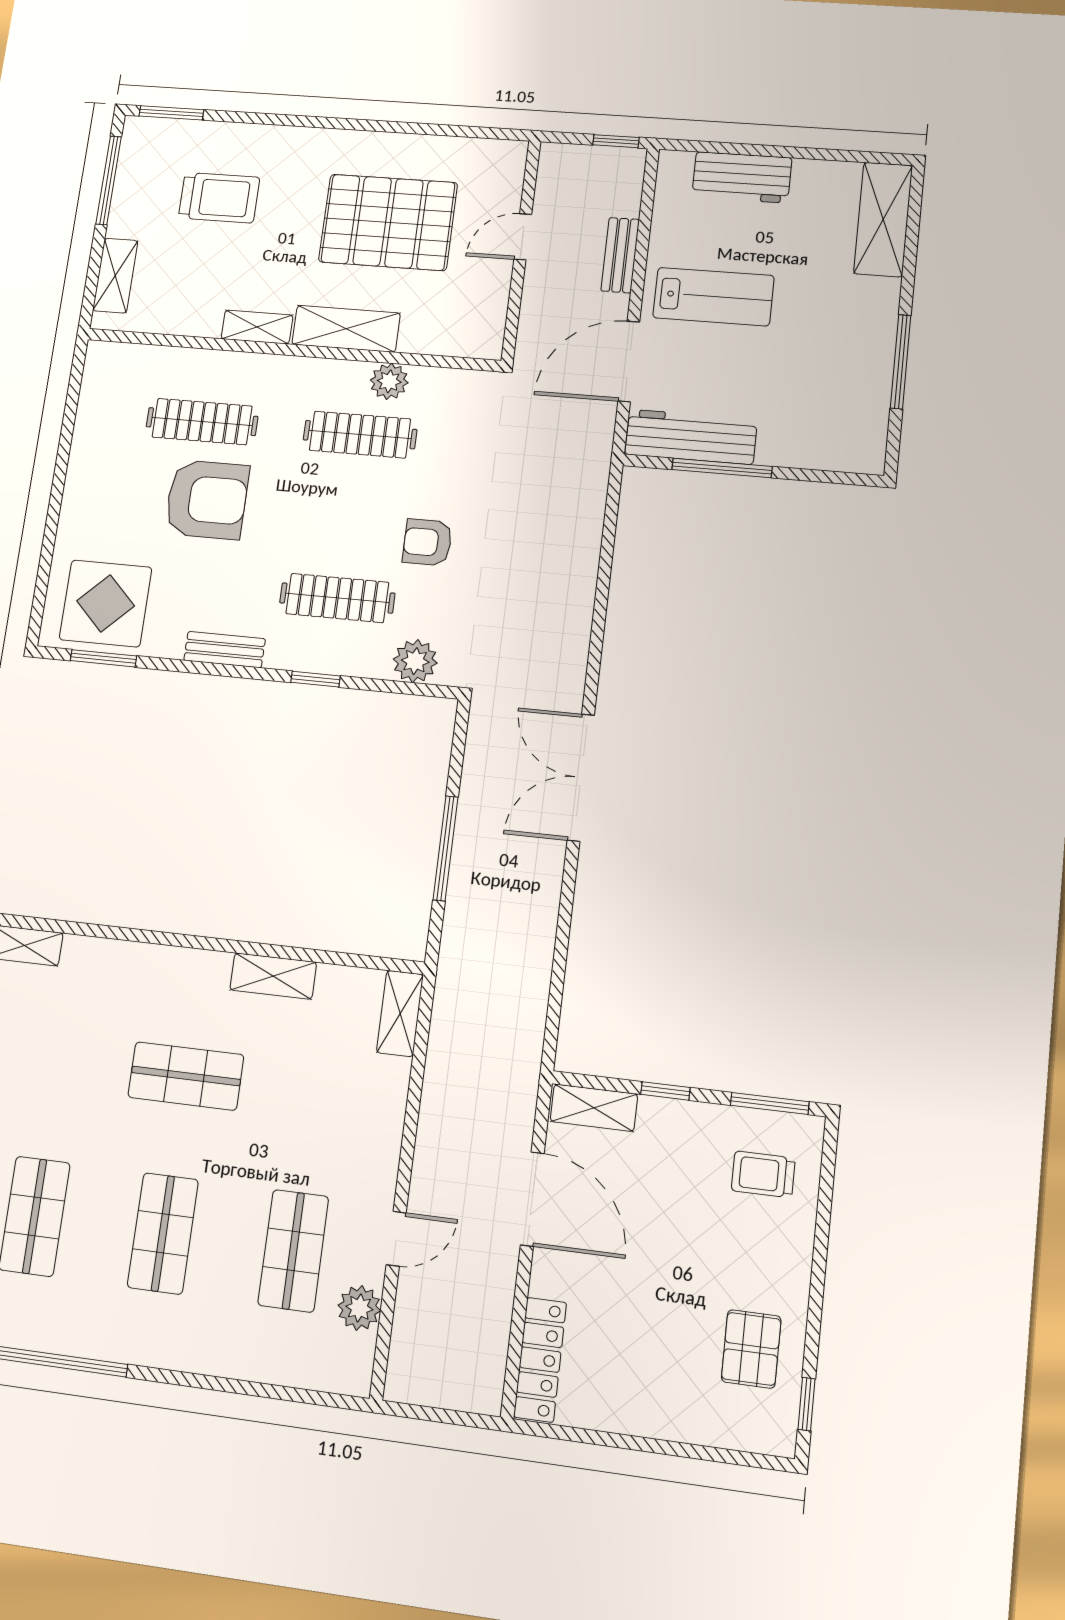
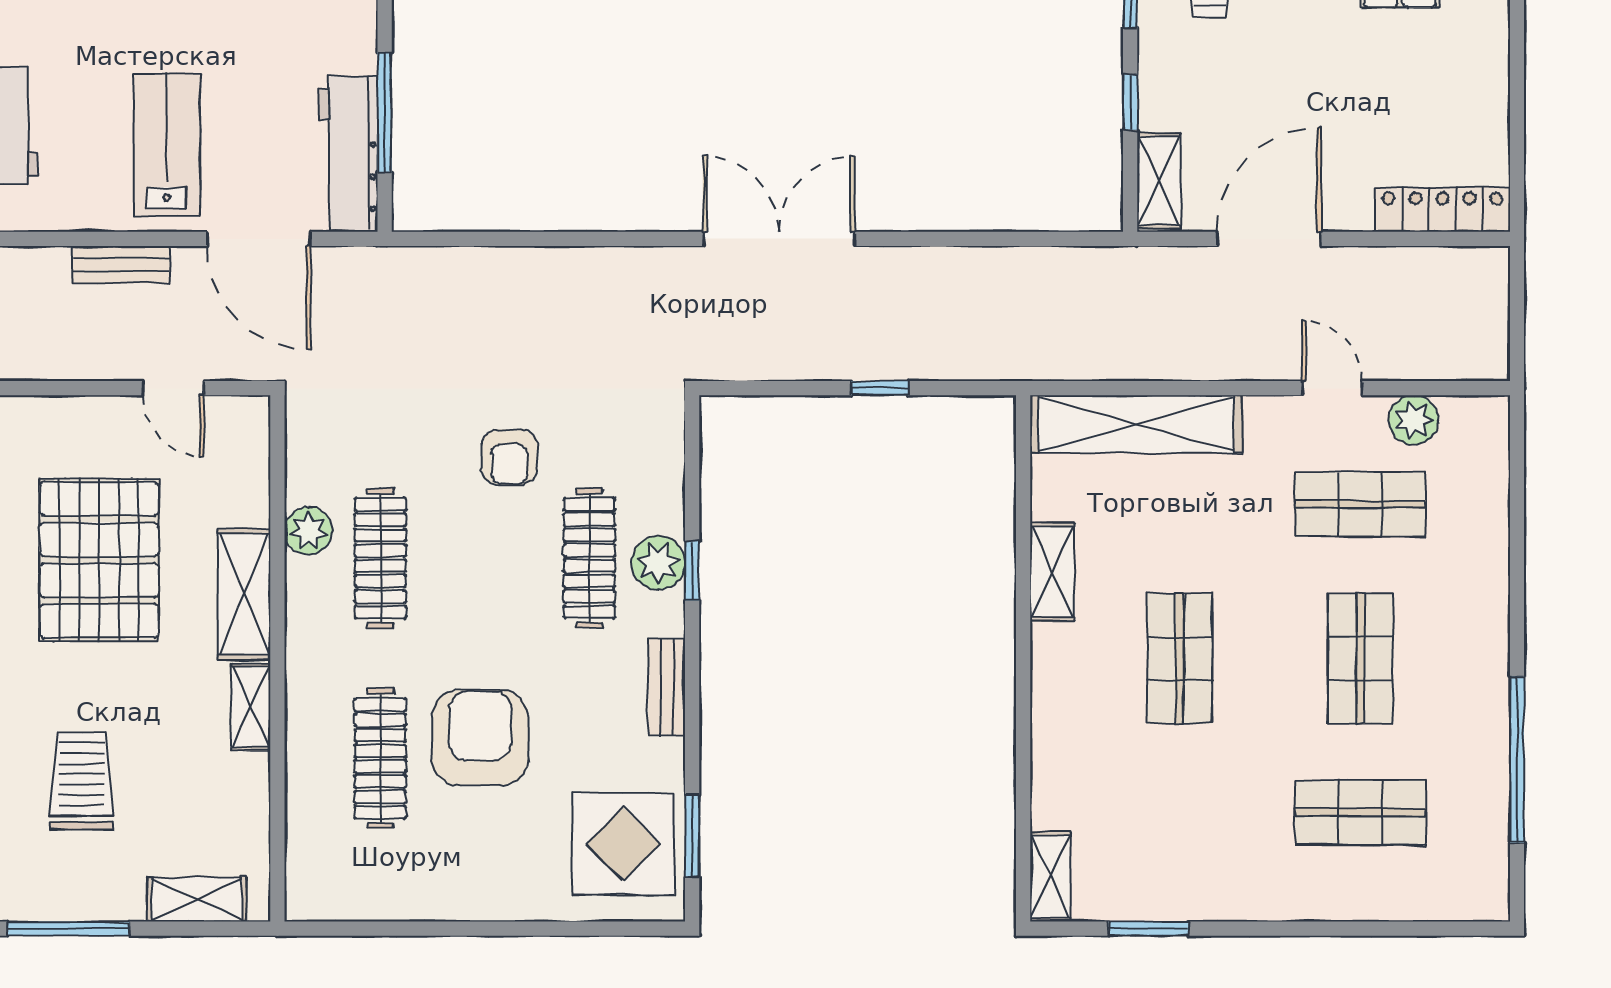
door: (523, 237) -> (173, 388), moved
plant: (415, 661) -> (658, 563), moved
double door: (581, 777) -> (779, 239), swing flipped
window: (446, 848) -> (880, 388), width x0.46
shelving: (400, 1013) -> (1136, 424), width x2.20, depth x1.33
shop shelf: (163, 1233) -> (1360, 658), turned 90

